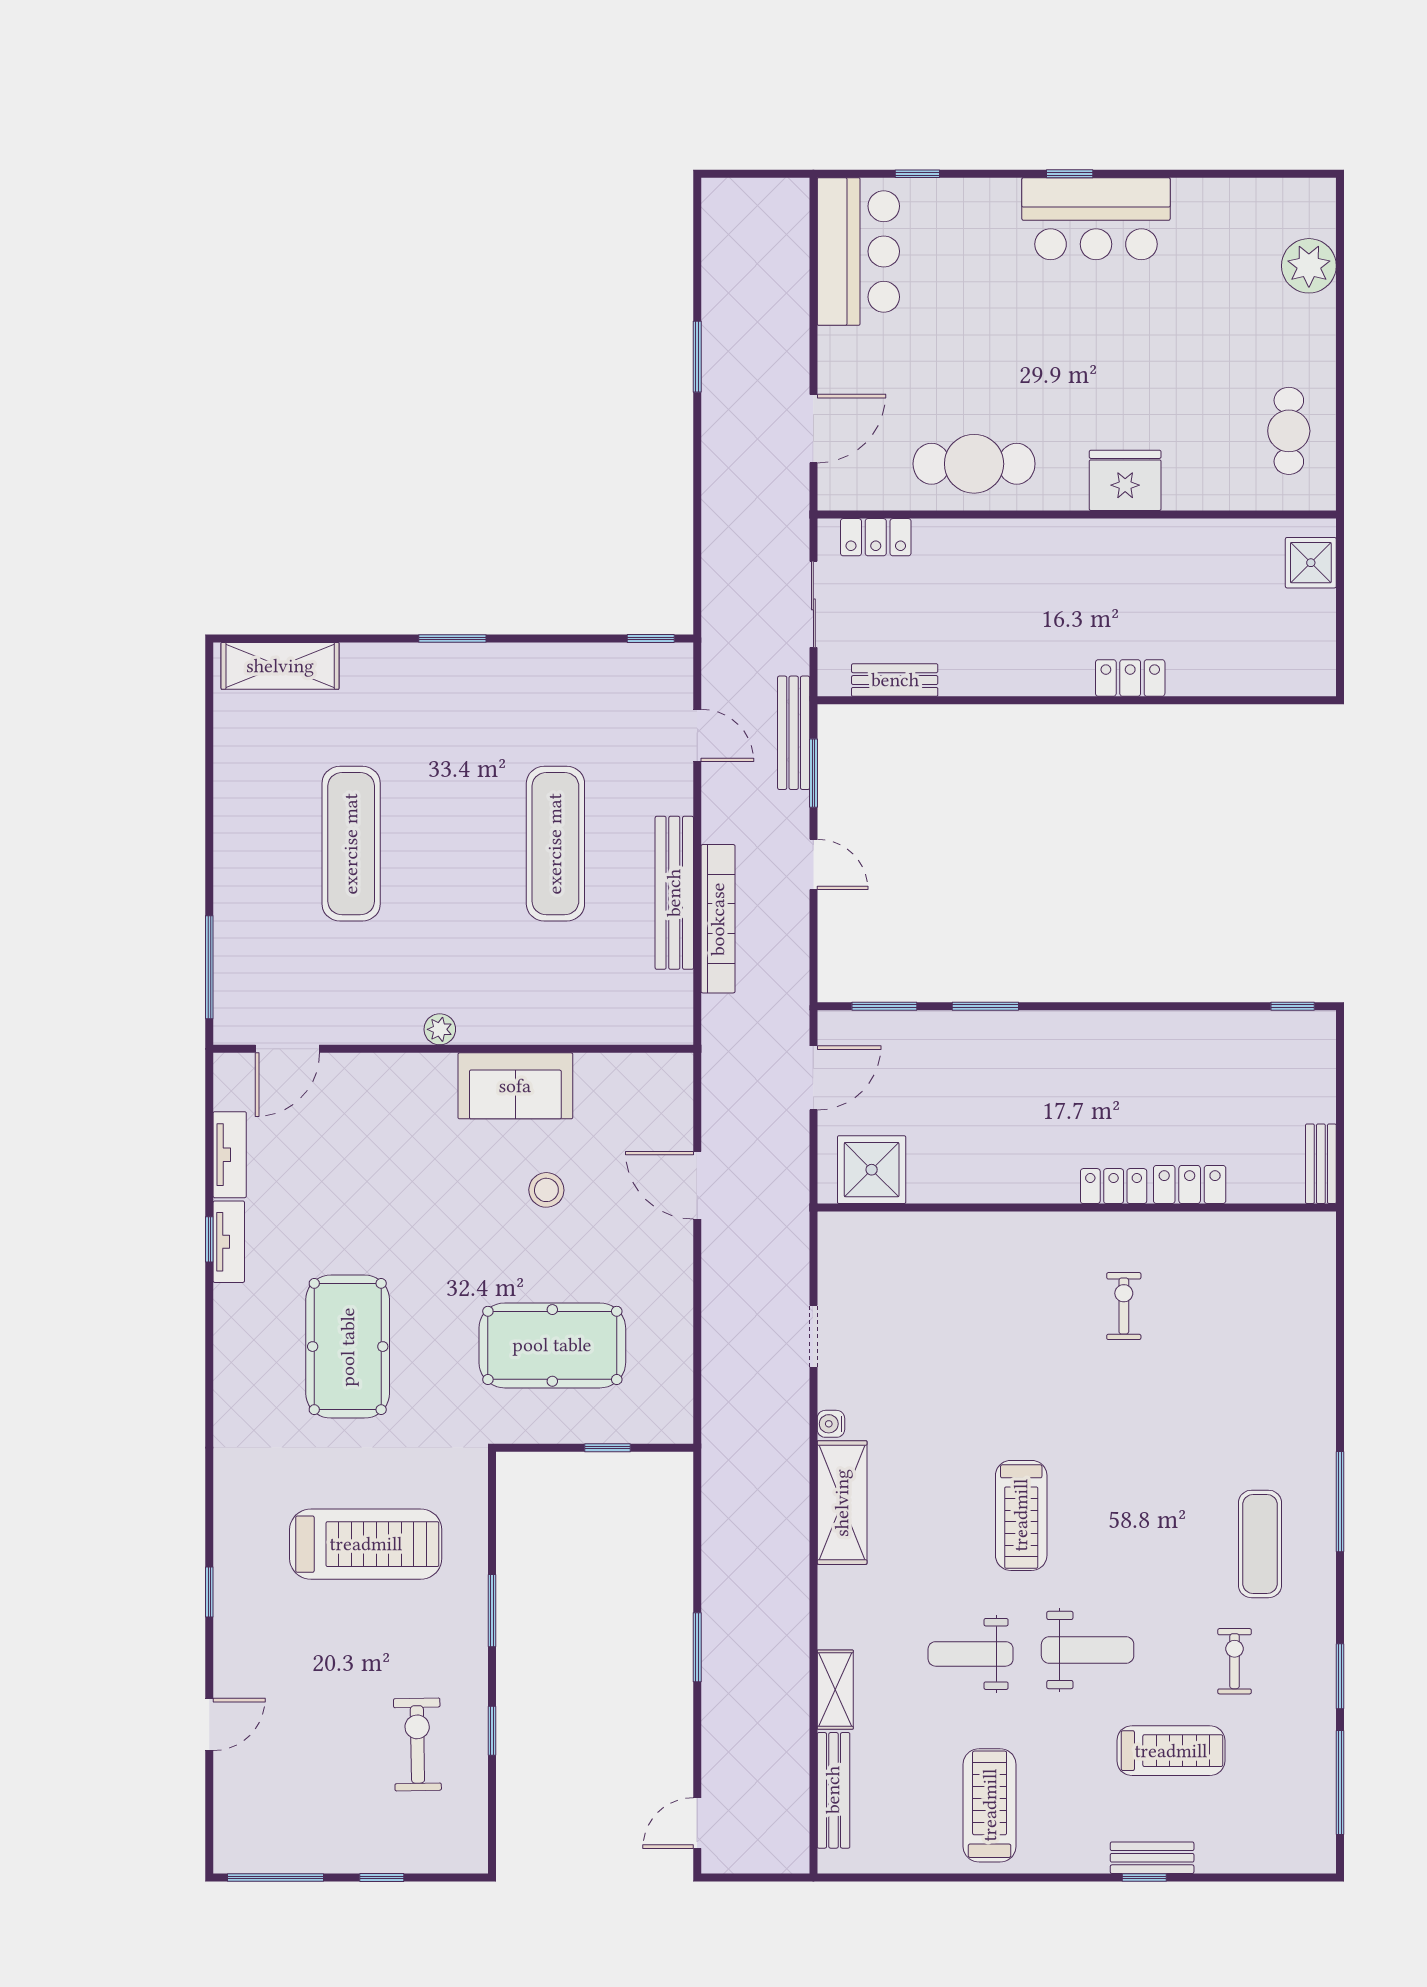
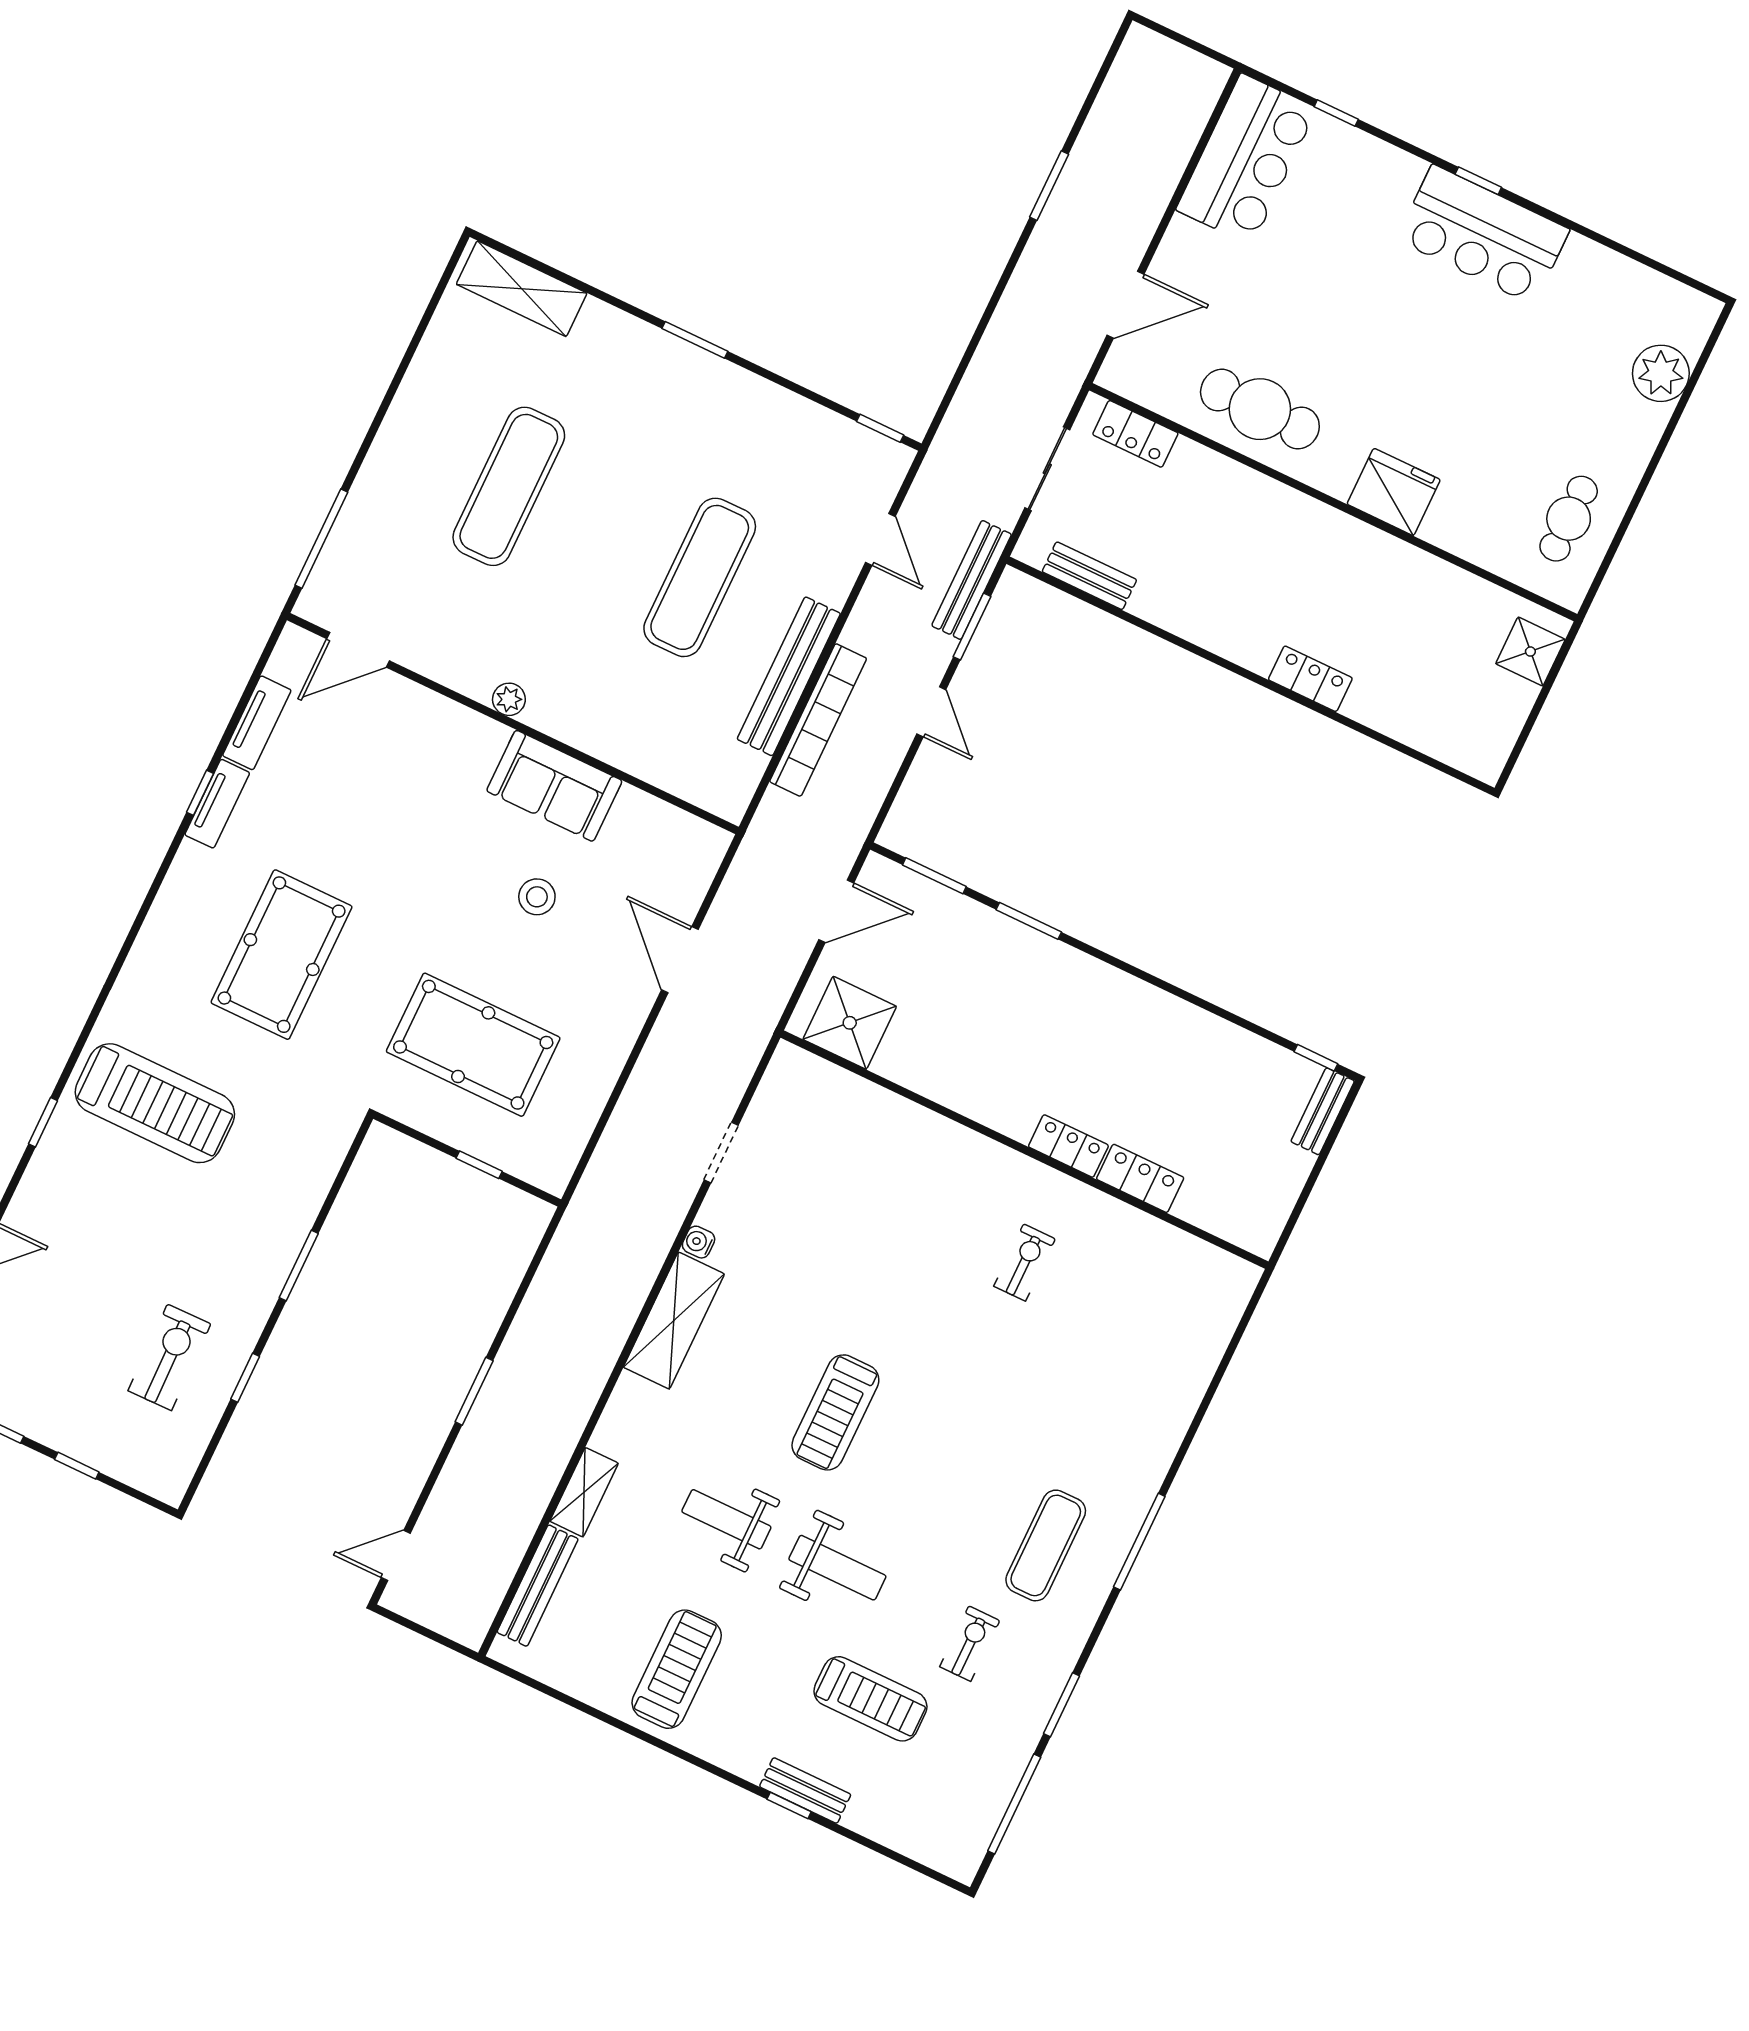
bench: (1321, 1164) -> (1323, 1111), moved
treadmill: (366, 1544) -> (155, 1103), moved

